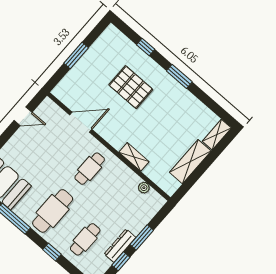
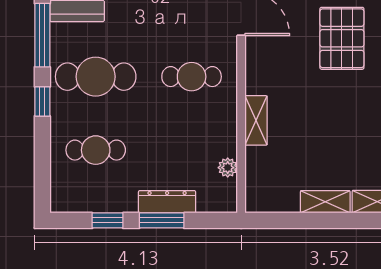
shelving: (190, 162) -> (325, 202), width x0.67, depth x0.75
dresser: (120, 246) -> (167, 202), moved
window: (52, 252) -> (42, 101), moved

